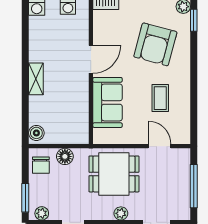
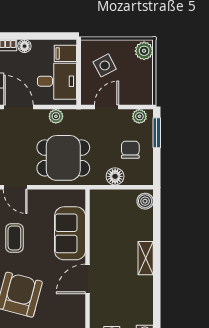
chair: (41, 165) -> (130, 150), moved

